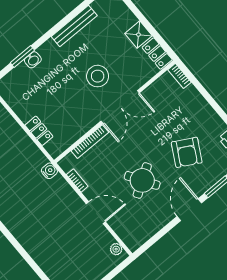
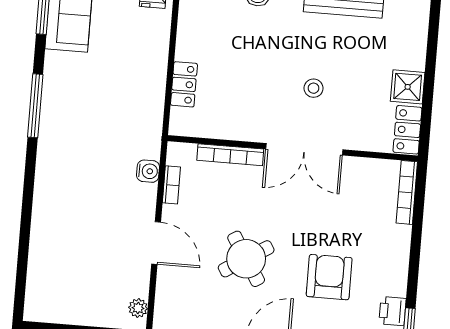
stool: (98, 76) -> (313, 88), width x0.53, depth x0.53
bookcase: (179, 76) -> (407, 192), width x1.56
armchair: (187, 152) -> (329, 277), turned 151
water cooler: (49, 171) -> (148, 171), moved

